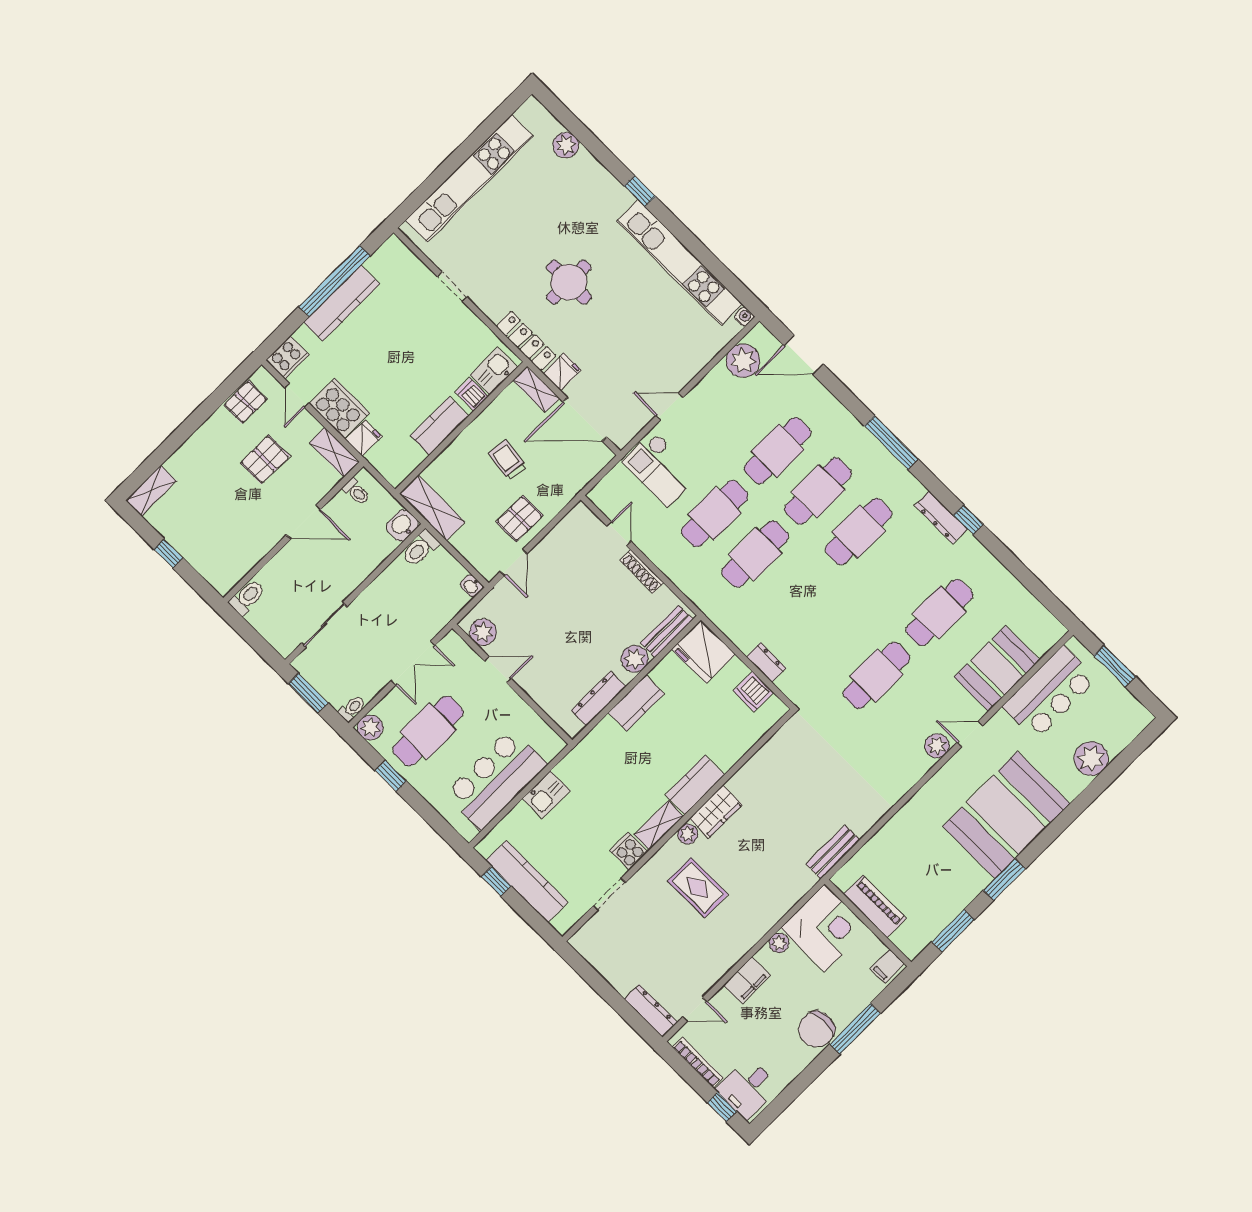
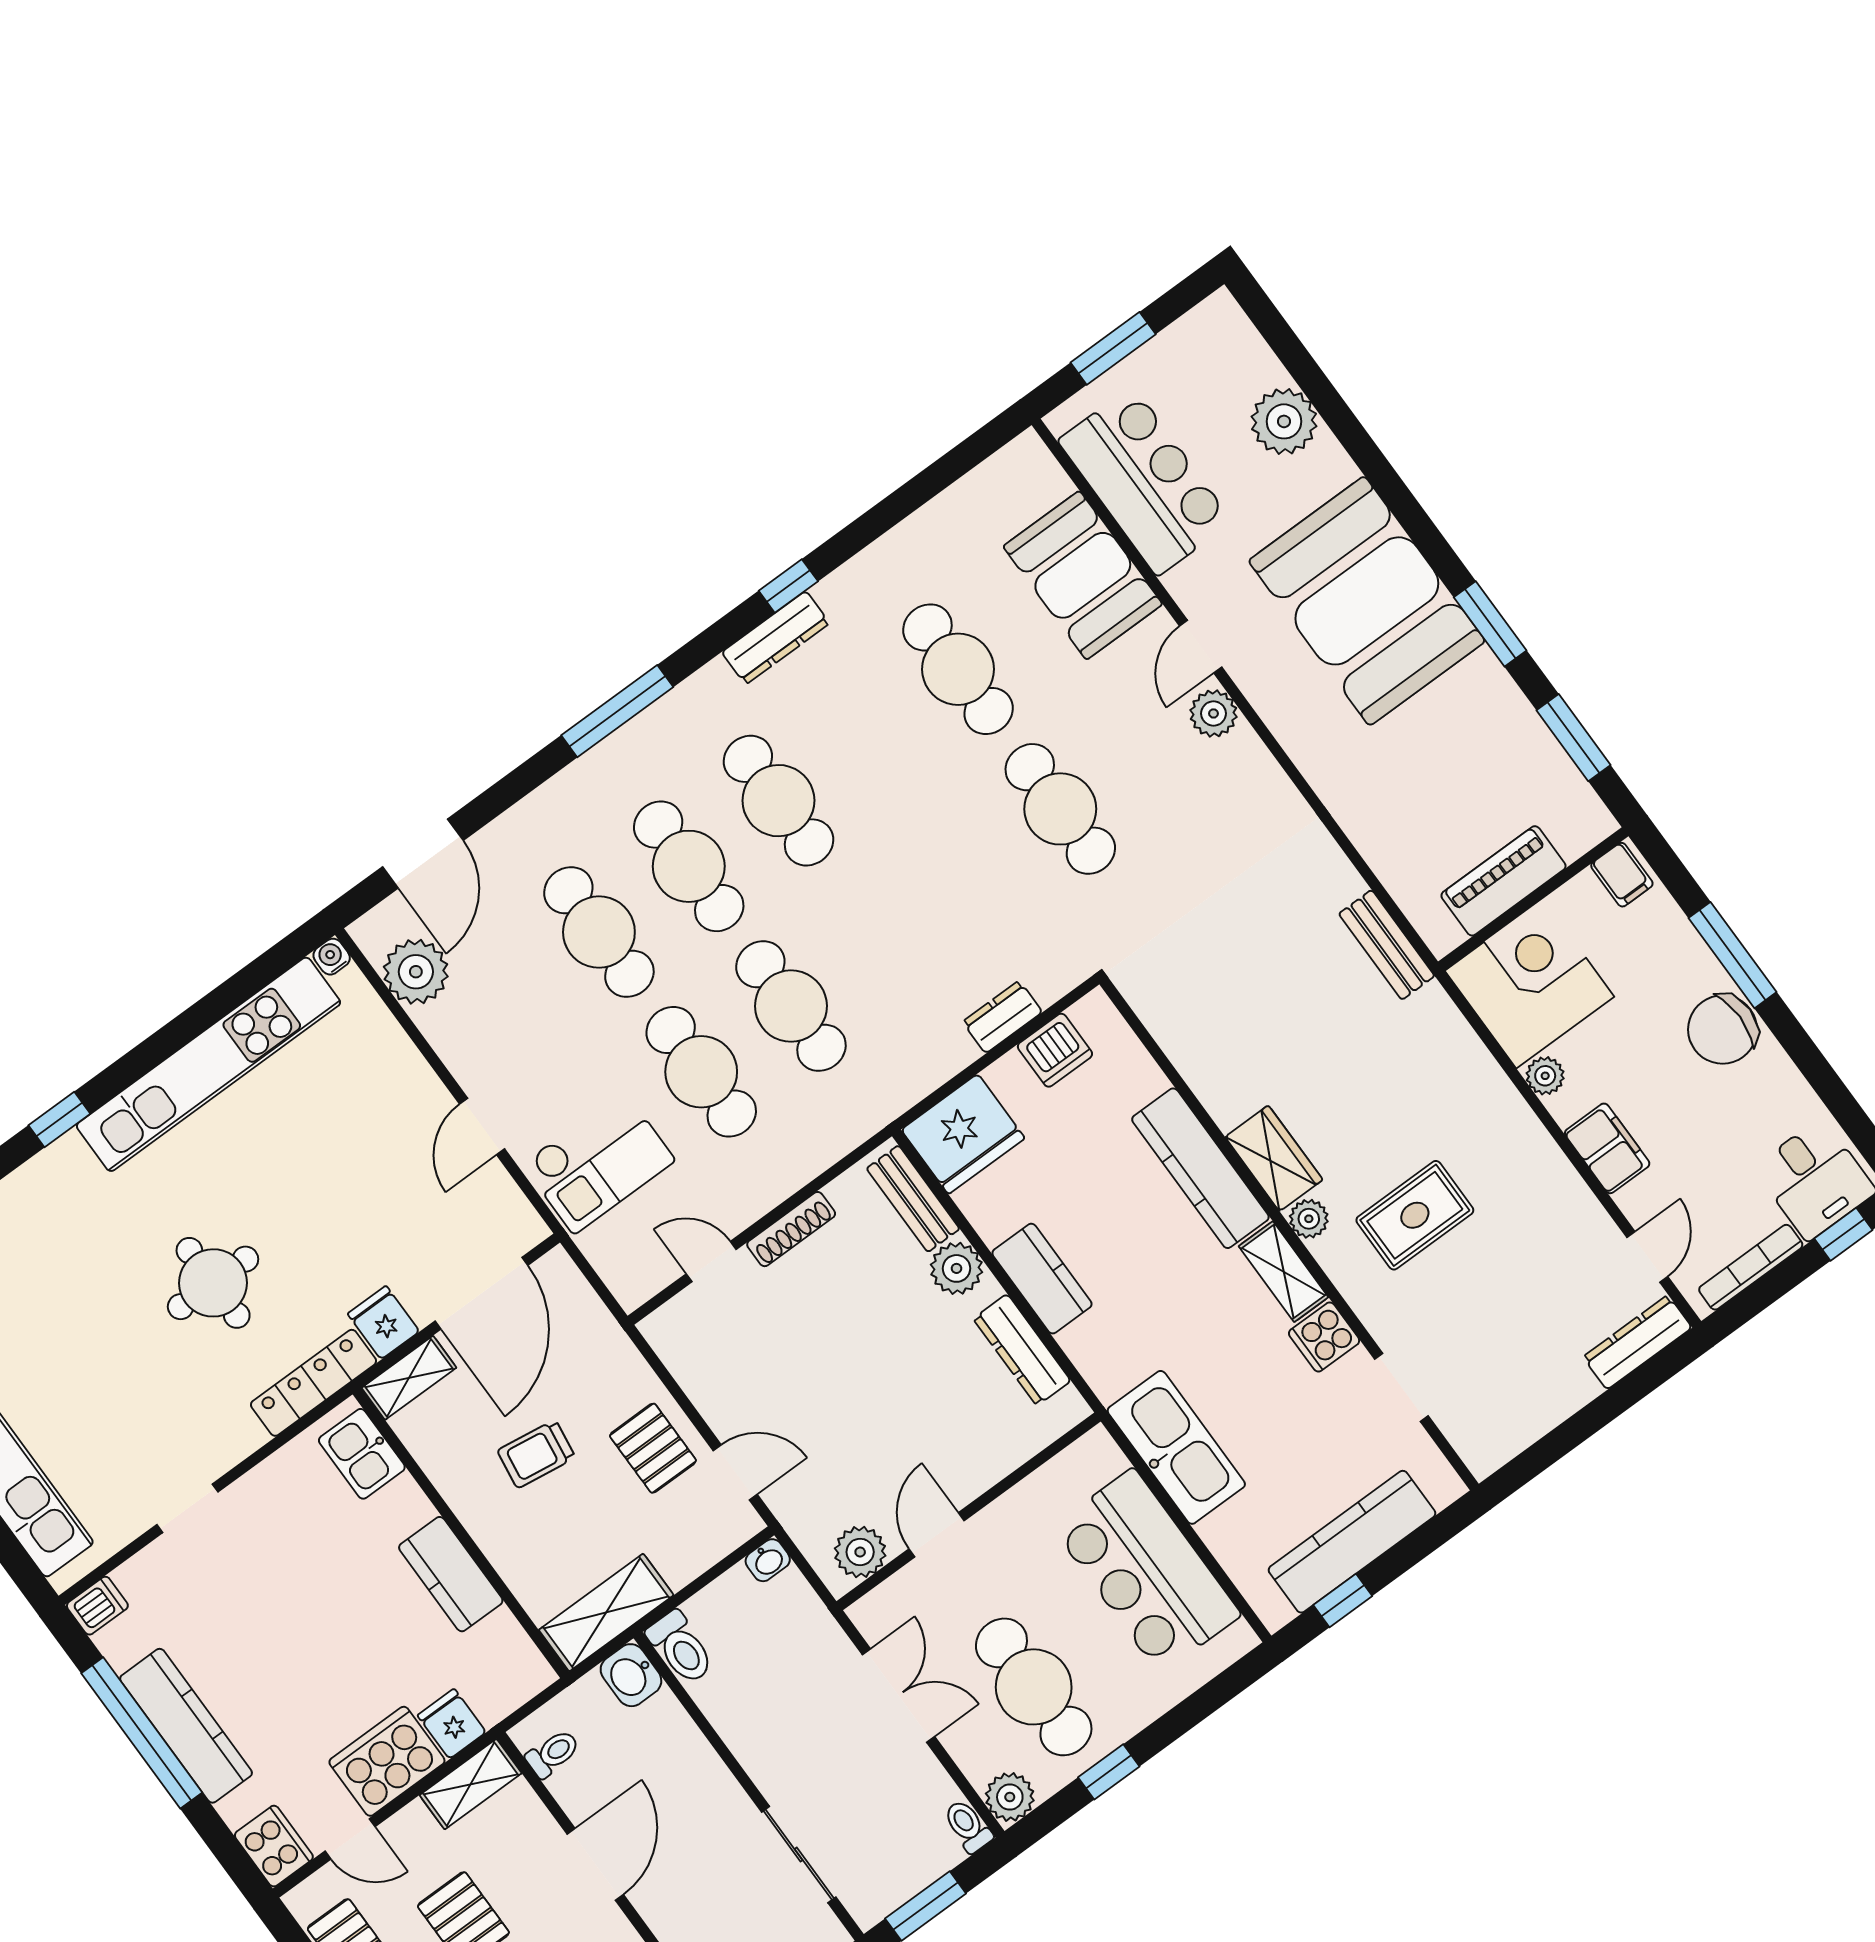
dishwasher: (472, 394) -> (97, 1606), moved, turned 180
kitchen counter: (695, 785) -> (1200, 1168), width x1.50
kitchen sink: (546, 794) -> (1176, 1447), width x1.88, depth x1.24
chair: (816, 1029) -> (1723, 1030), turned 90

